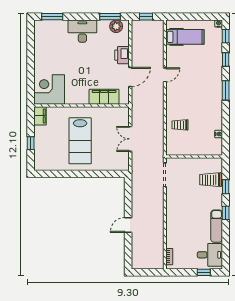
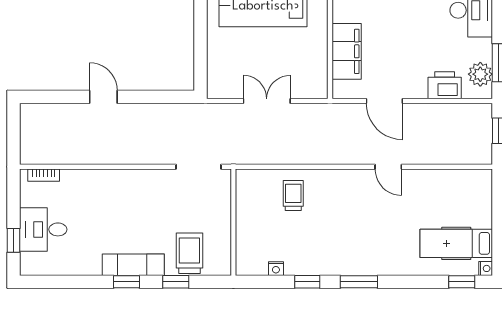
hospital bed: (185, 37) -> (456, 243), moved, turned 90
printer: (122, 55) -> (445, 85), moved
window: (226, 60) -> (307, 282), moved
exam couch: (217, 226) -> (133, 265), moved
desk: (210, 255) -> (43, 229), moved, turned 90

